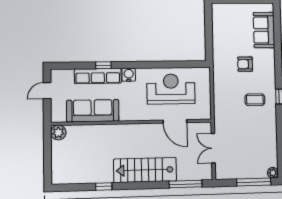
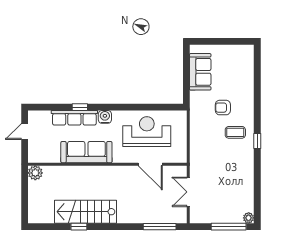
sofa: (264, 30) -> (200, 72), moved, turned 180
coffee table: (255, 100) -> (235, 132), moved
sofa: (93, 111) -> (86, 152), moved
stairs: (145, 170) -> (85, 212), moved

